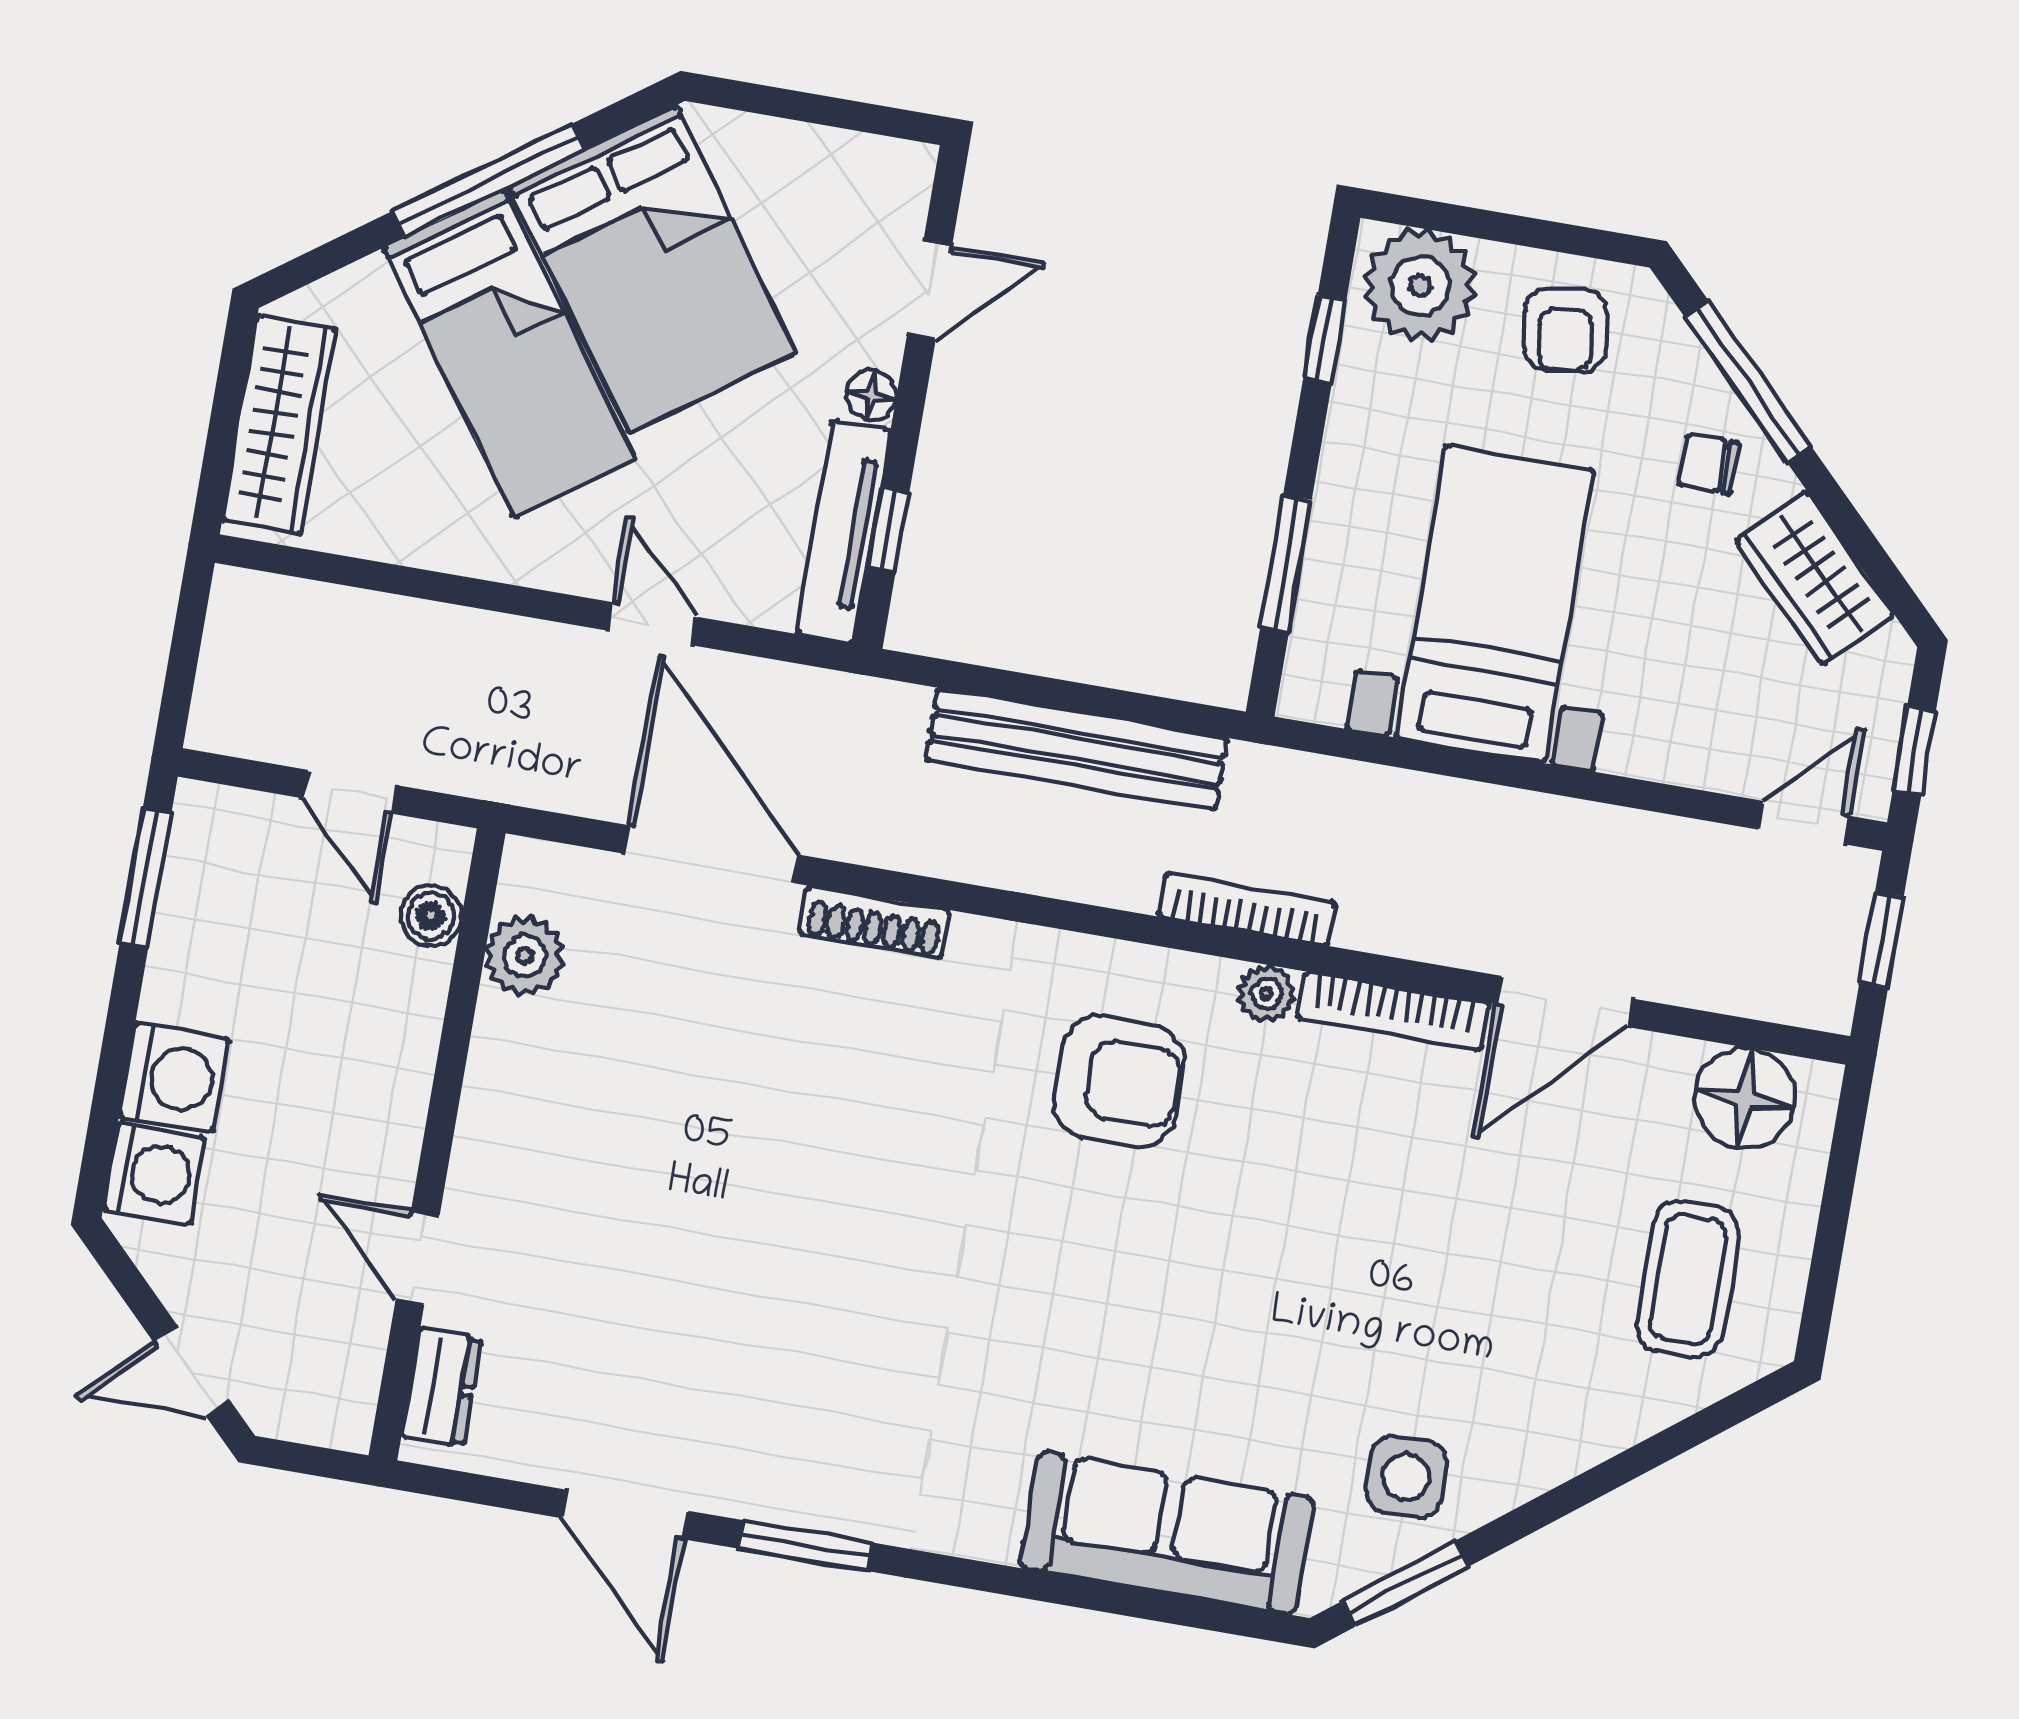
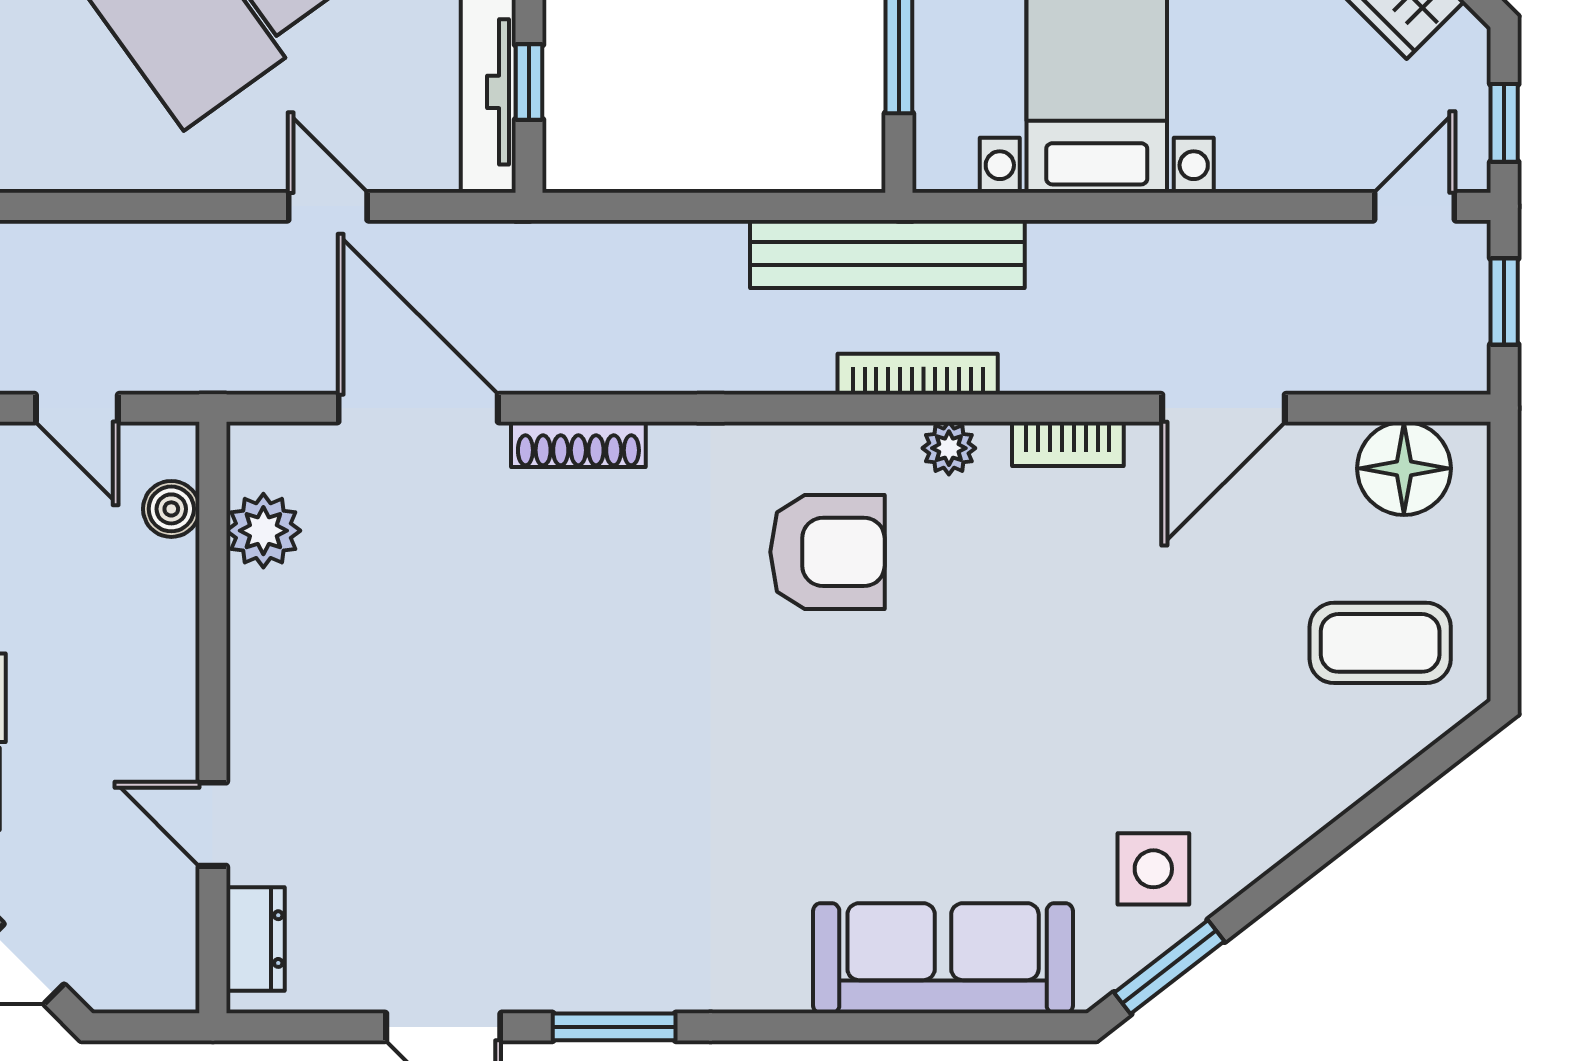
bench: (1077, 749) -> (887, 254), moved
bookcase: (1393, 1011) -> (1068, 444), width x0.64
coffee table: (1688, 1279) -> (1380, 643), turned 90

